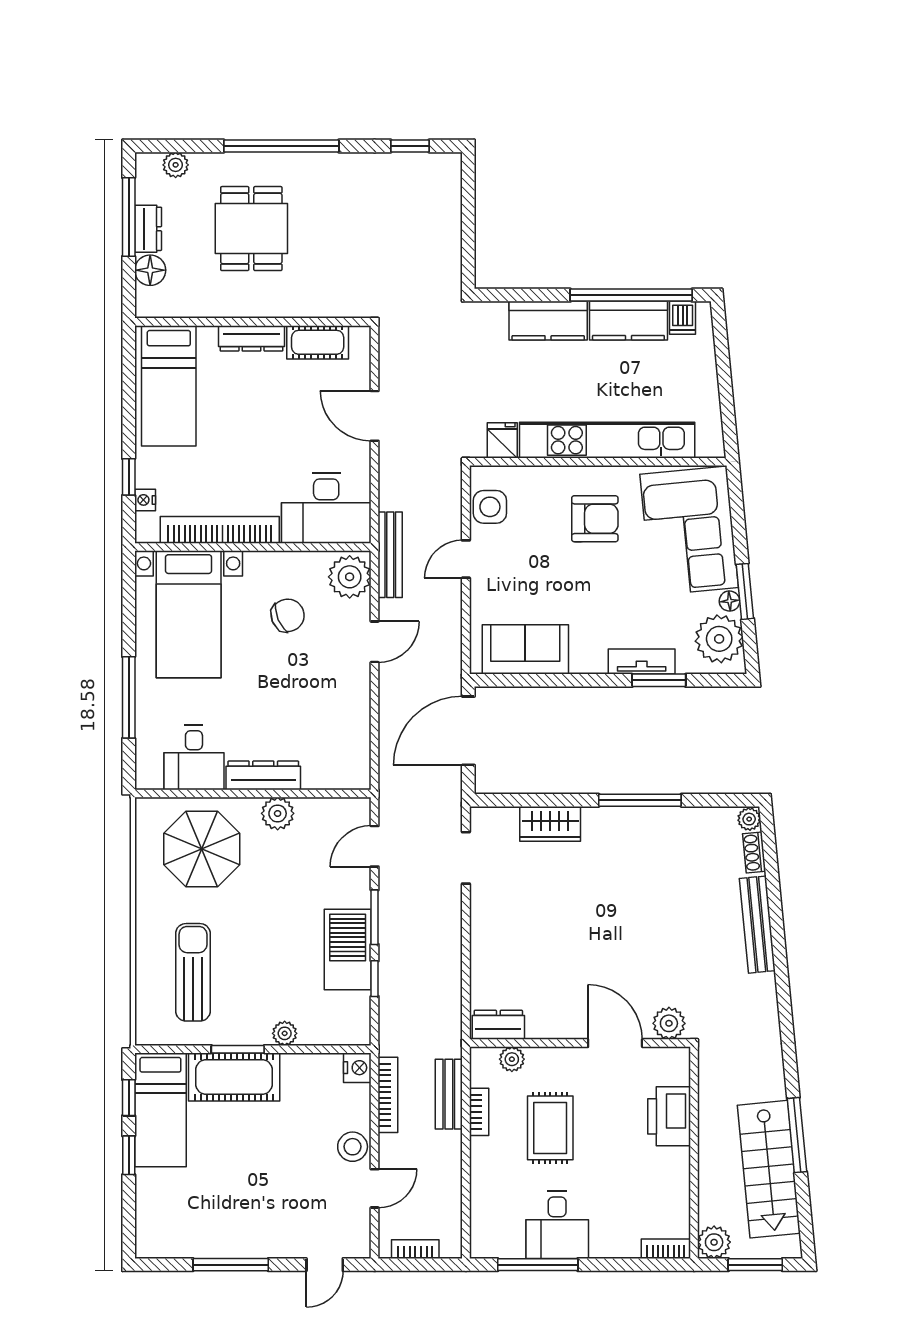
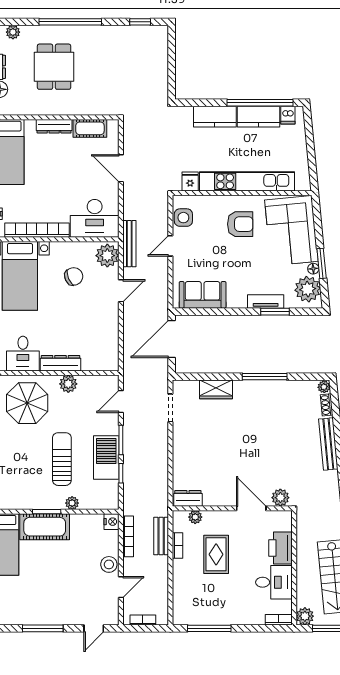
sun lounger: (193, 972) -> (62, 459), moved
desk: (557, 1225) -> (274, 582), moved, turned -90

